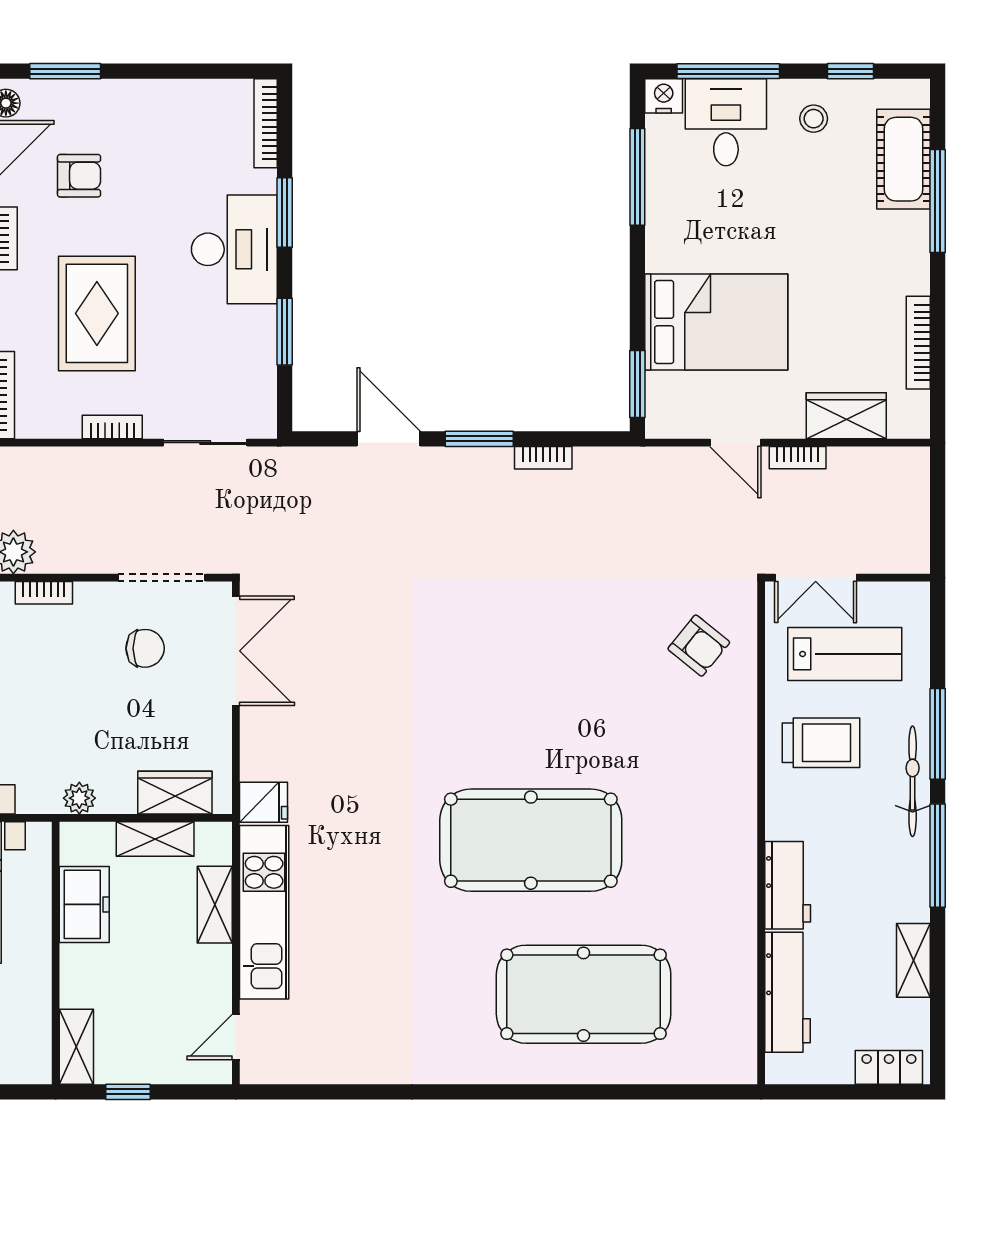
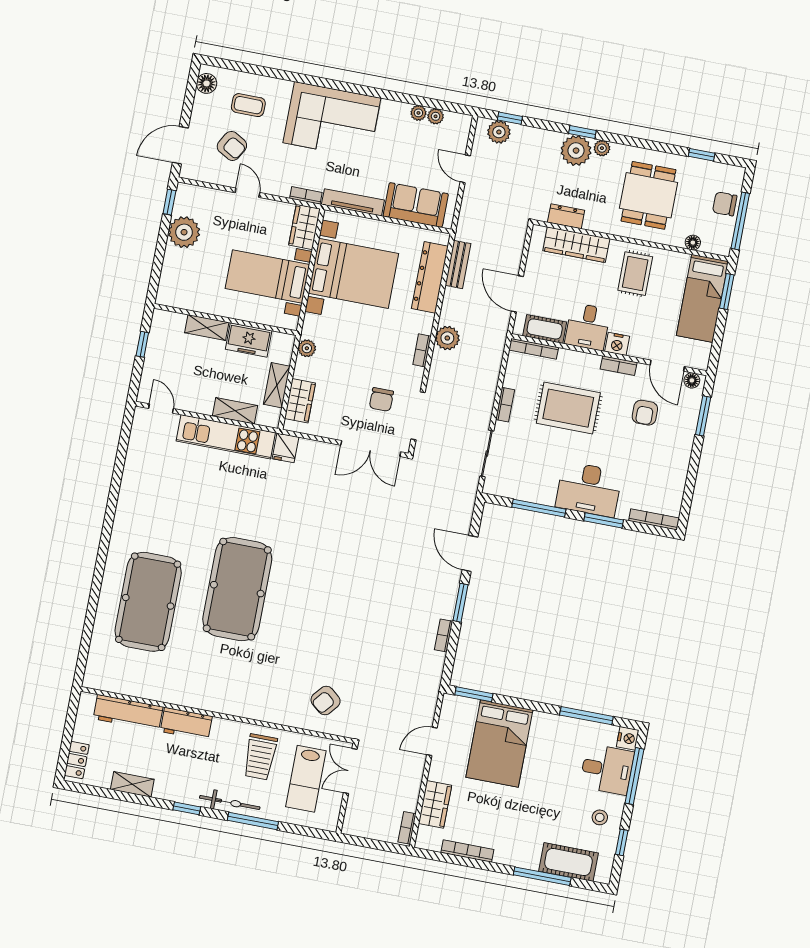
window: (285, 332) -> (539, 508), width x1.44
door: (389, 439) -> (470, 553), swing flipped
bookcase: (798, 458) -> (407, 828), moved
window: (938, 856) -> (187, 808), width x0.46
shelving: (76, 1047) -> (207, 328), moved

